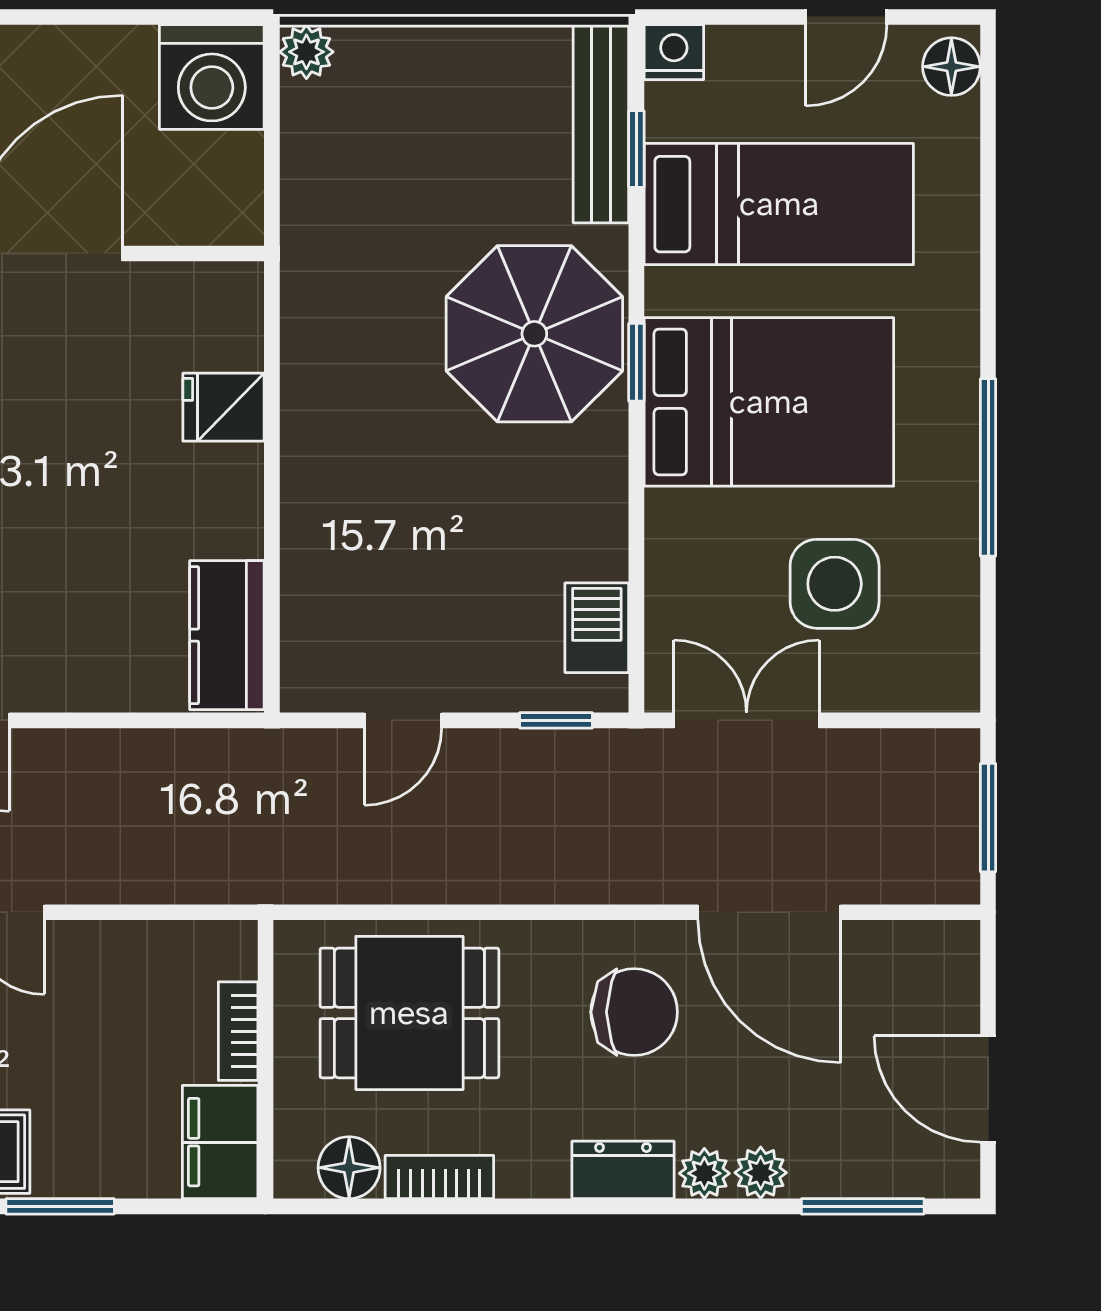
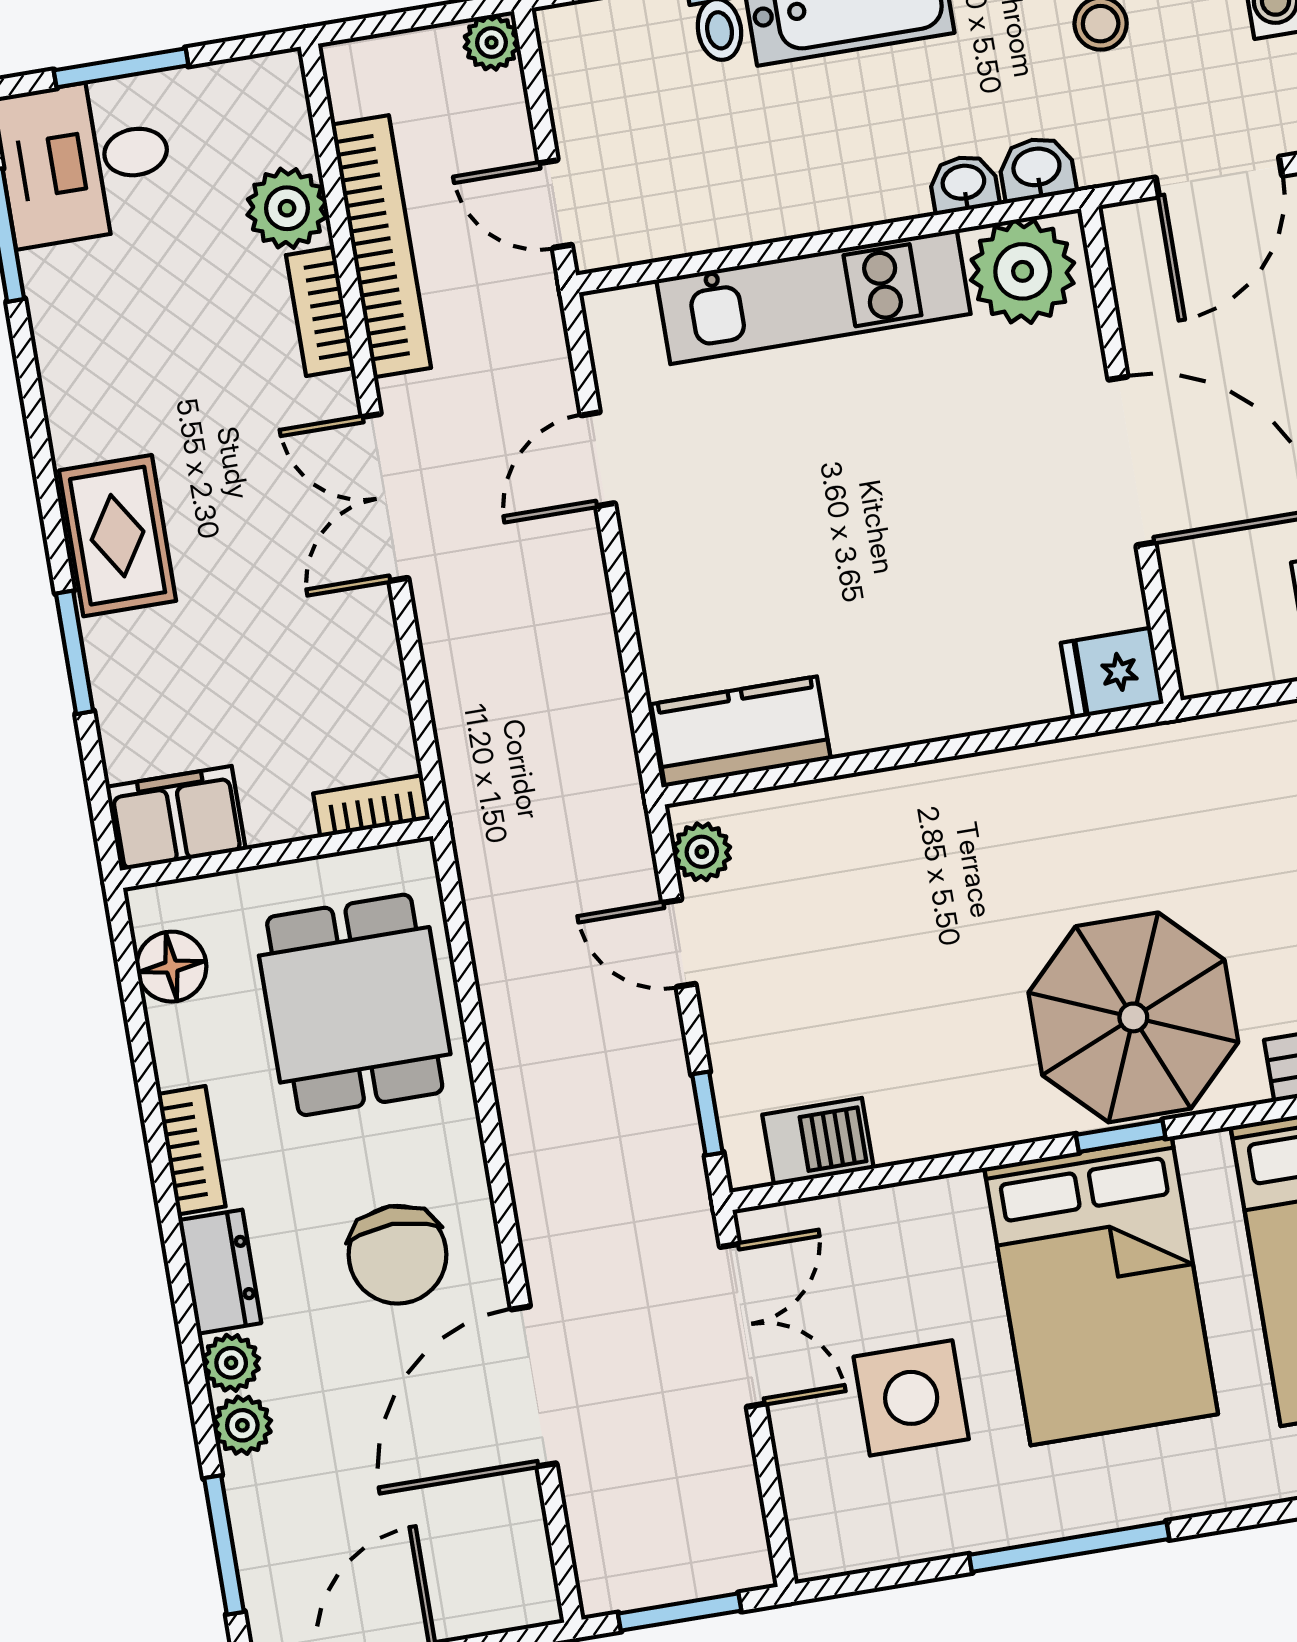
fridge: (224, 407) -> (1112, 673), moved, turned -90
plant: (326, 687) -> (702, 852), added
bookcase: (238, 1031) -> (372, 806), moved
bookcase: (439, 1177) -> (191, 1150), moved

